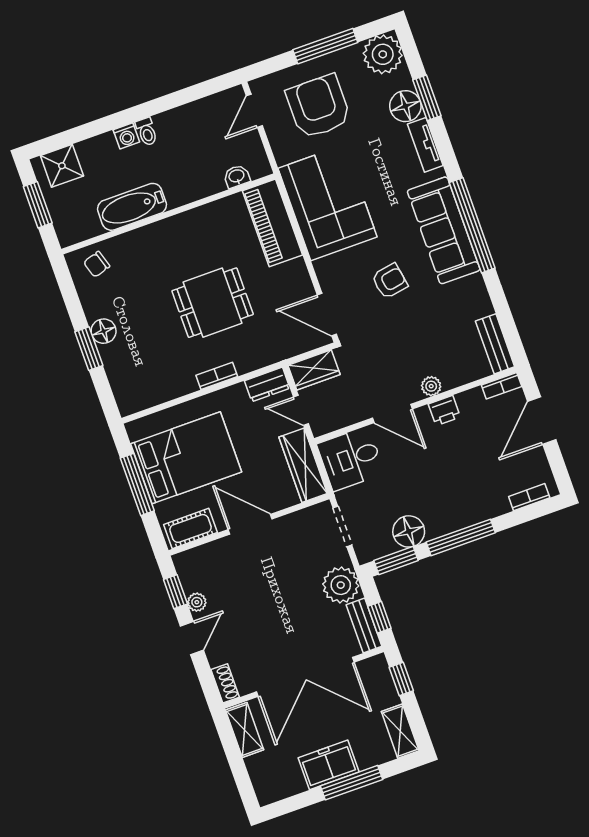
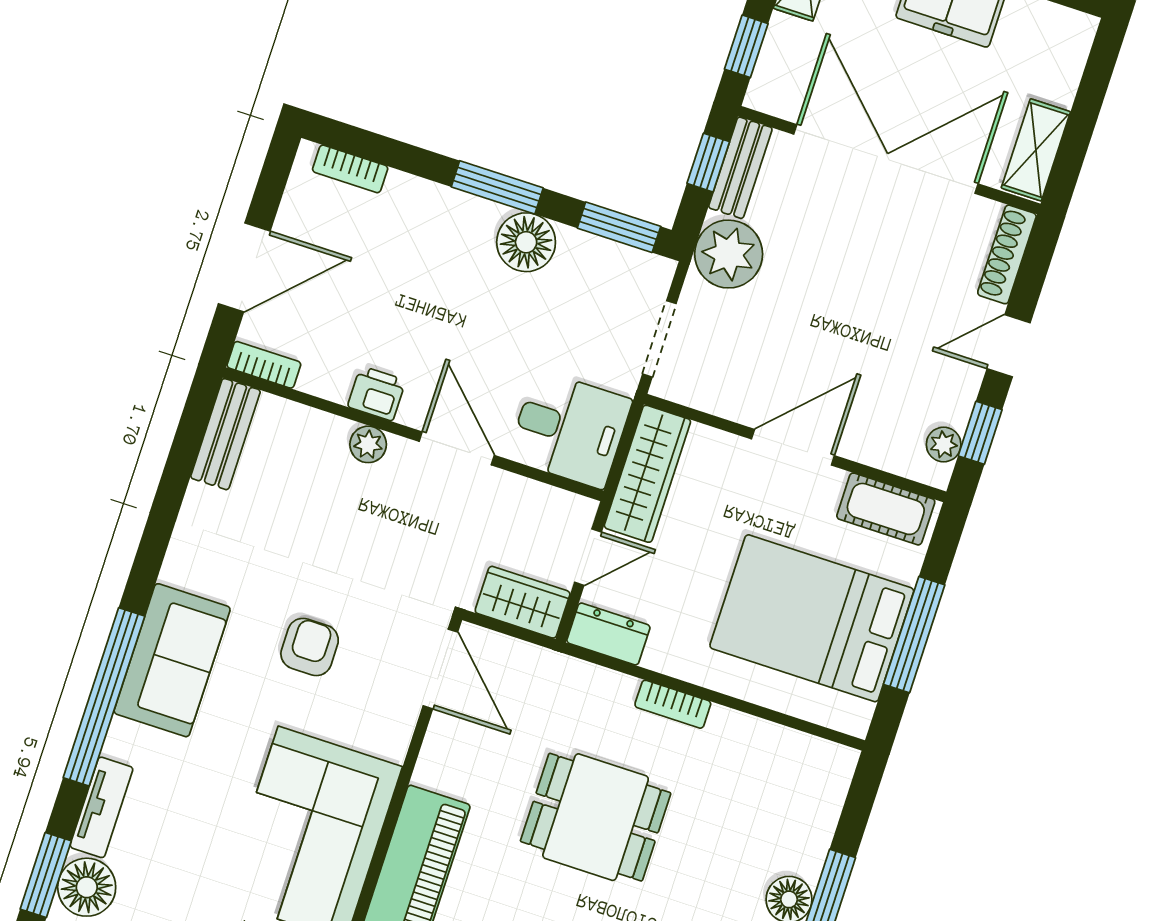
window: (472, 225) -> (104, 697), moved
sofa: (444, 230) -> (172, 660), width x0.73
armchair: (390, 281) -> (310, 647), turned 100
door: (301, 410) -> (588, 557), hinge flipped
door: (250, 524) -> (793, 447), swing flipped
floor lamp: (409, 531) -> (526, 242), moved
window: (461, 537) -> (497, 187), width x0.69
plant: (197, 602) -> (944, 445), moved
shoe rack: (225, 683) -> (1007, 254), width x1.43

